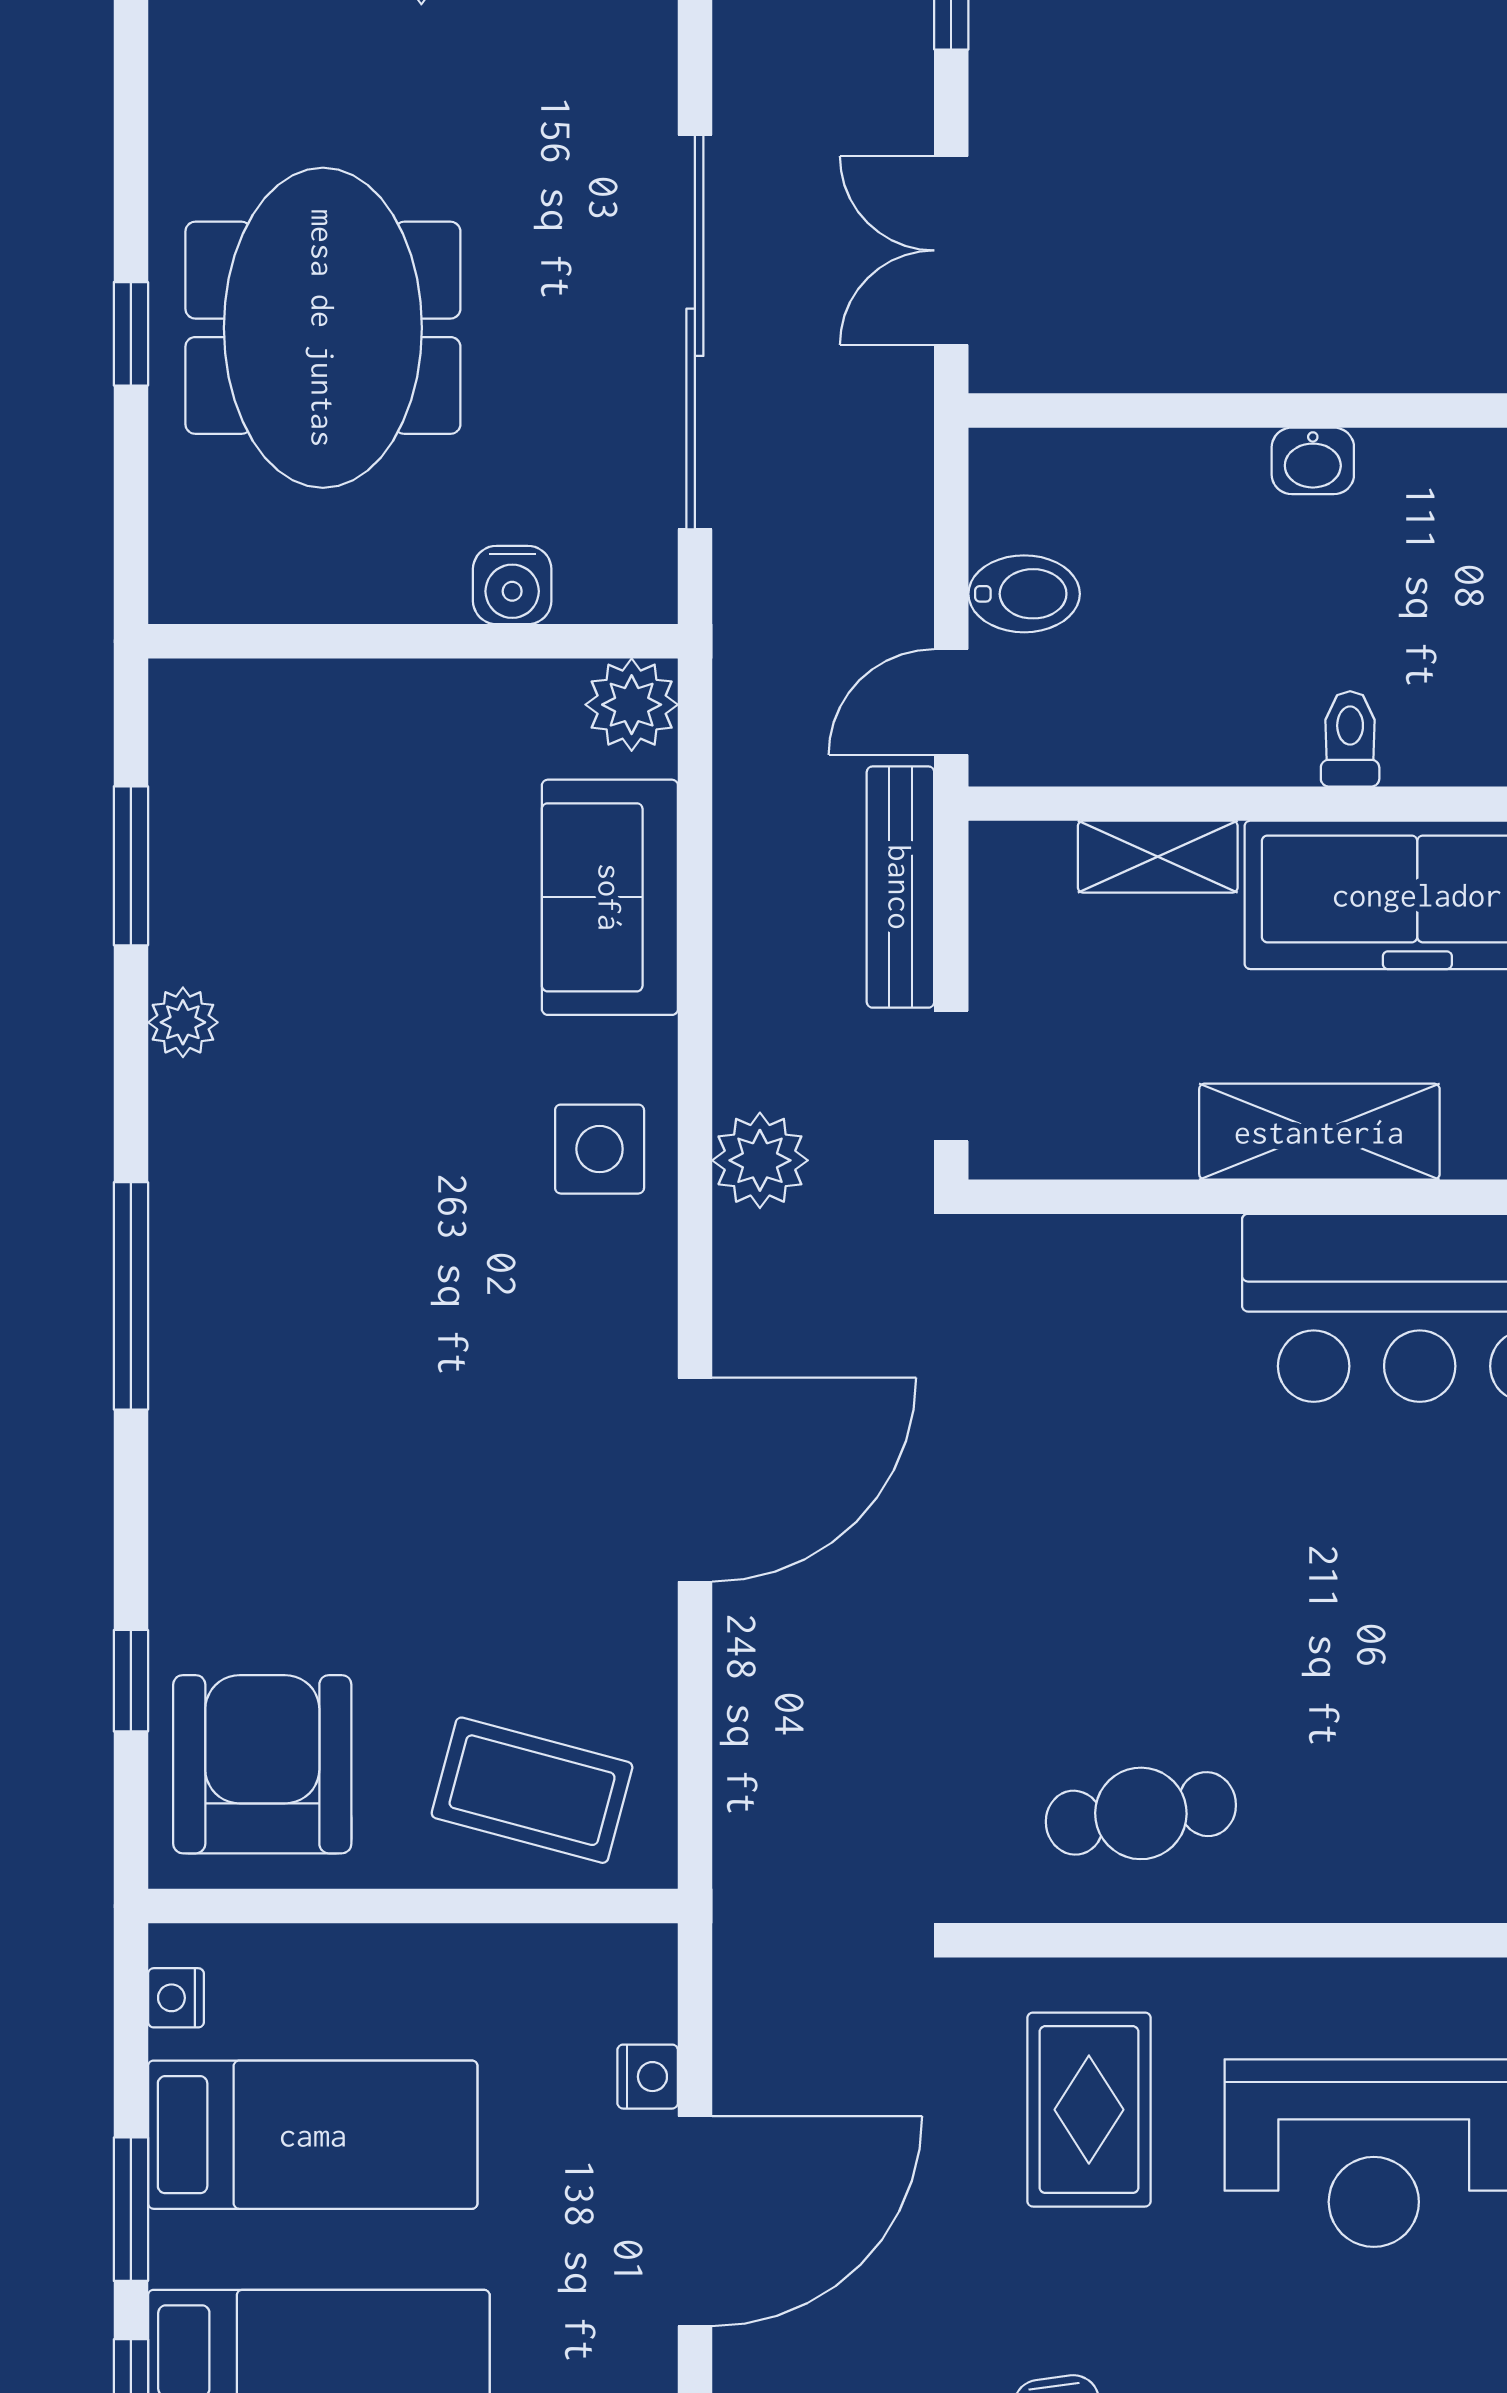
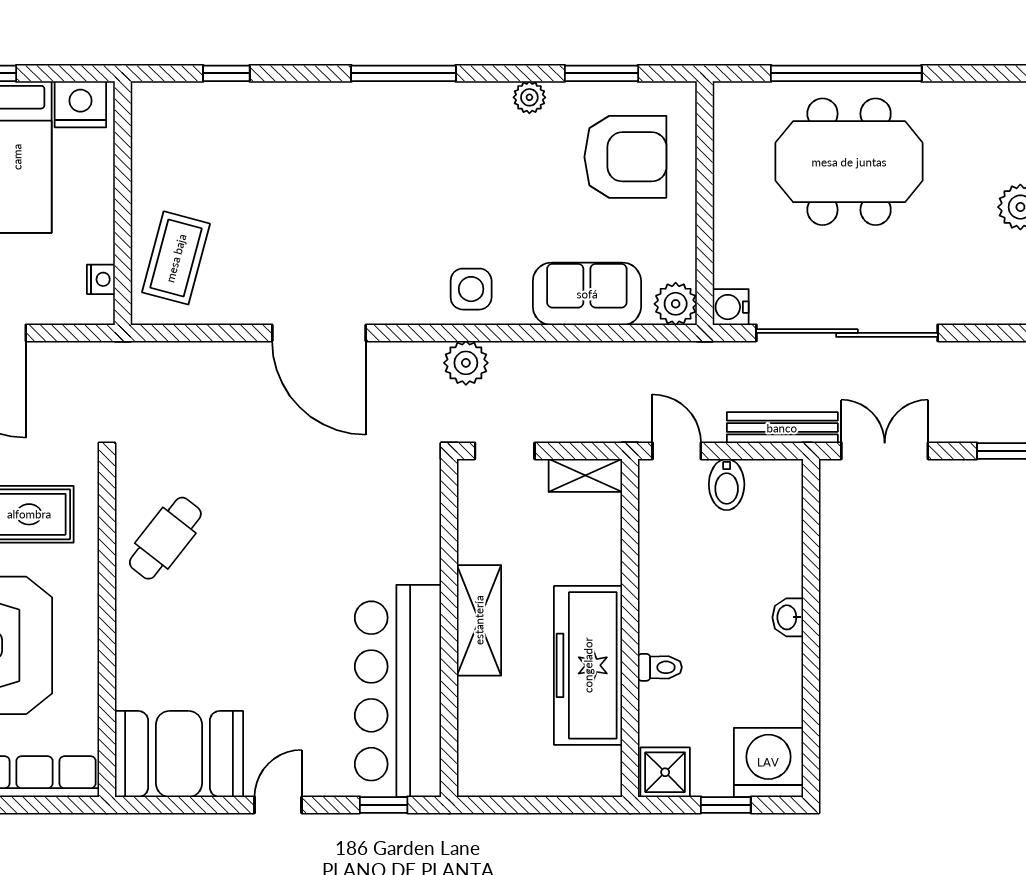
window: (131, 334) -> (846, 73), width x3.17
water cooler: (512, 585) -> (731, 307), moved
toilet: (1350, 739) -> (660, 667), moved
shelving: (1158, 857) -> (585, 475), moved, turned 90
bench: (900, 887) -> (782, 428), moved
armchair: (262, 1764) -> (625, 157), moved
cafe table: (1141, 1813) -> (165, 538), turned 46
nightstand: (176, 1998) -> (80, 104), width x1.89, depth x1.79
nightstand: (648, 2077) -> (101, 279), moved, turned -90

